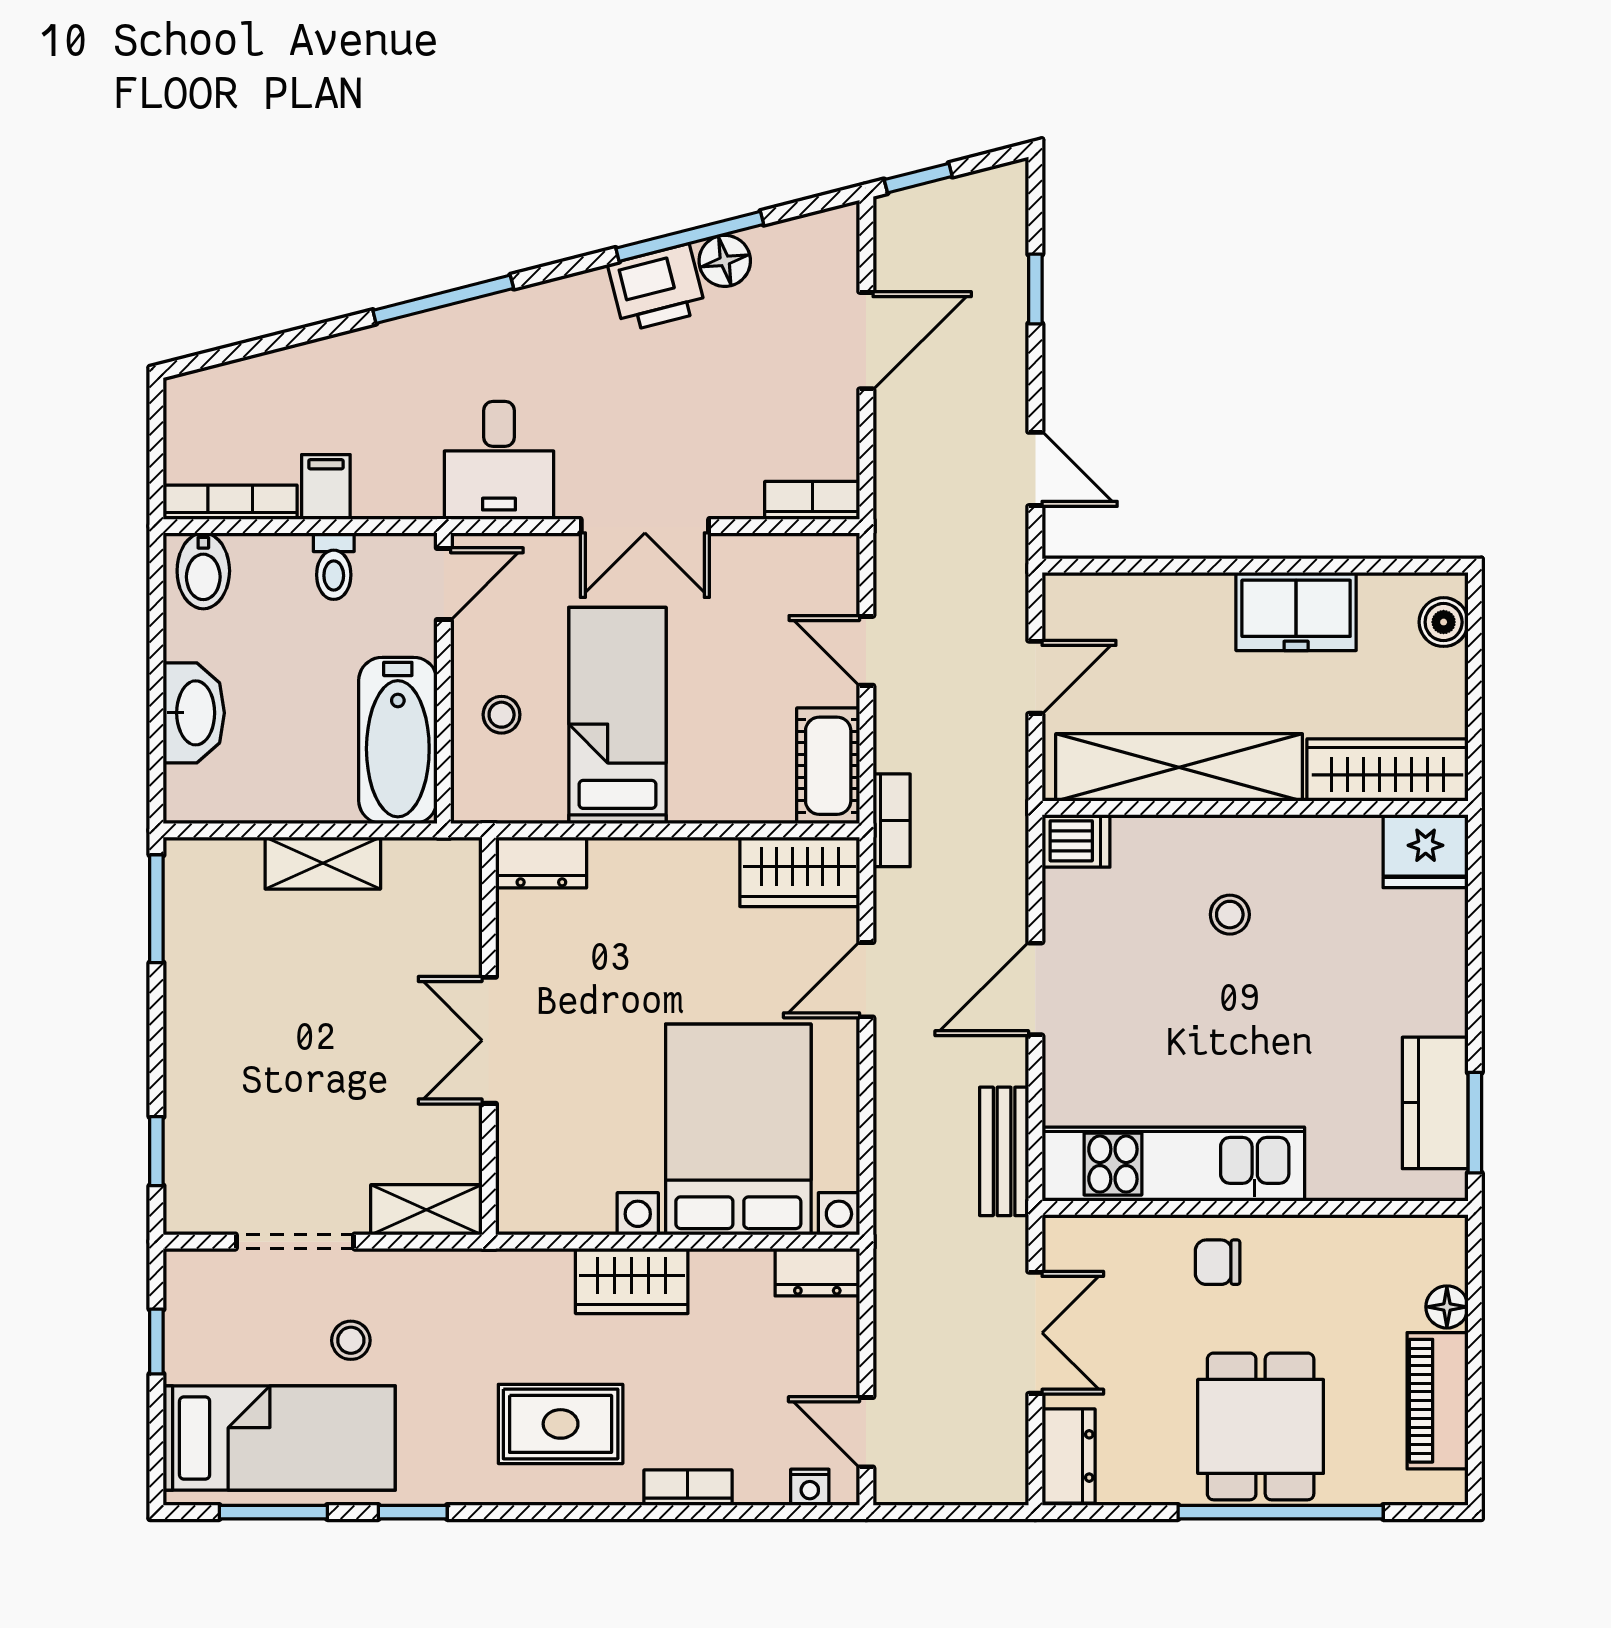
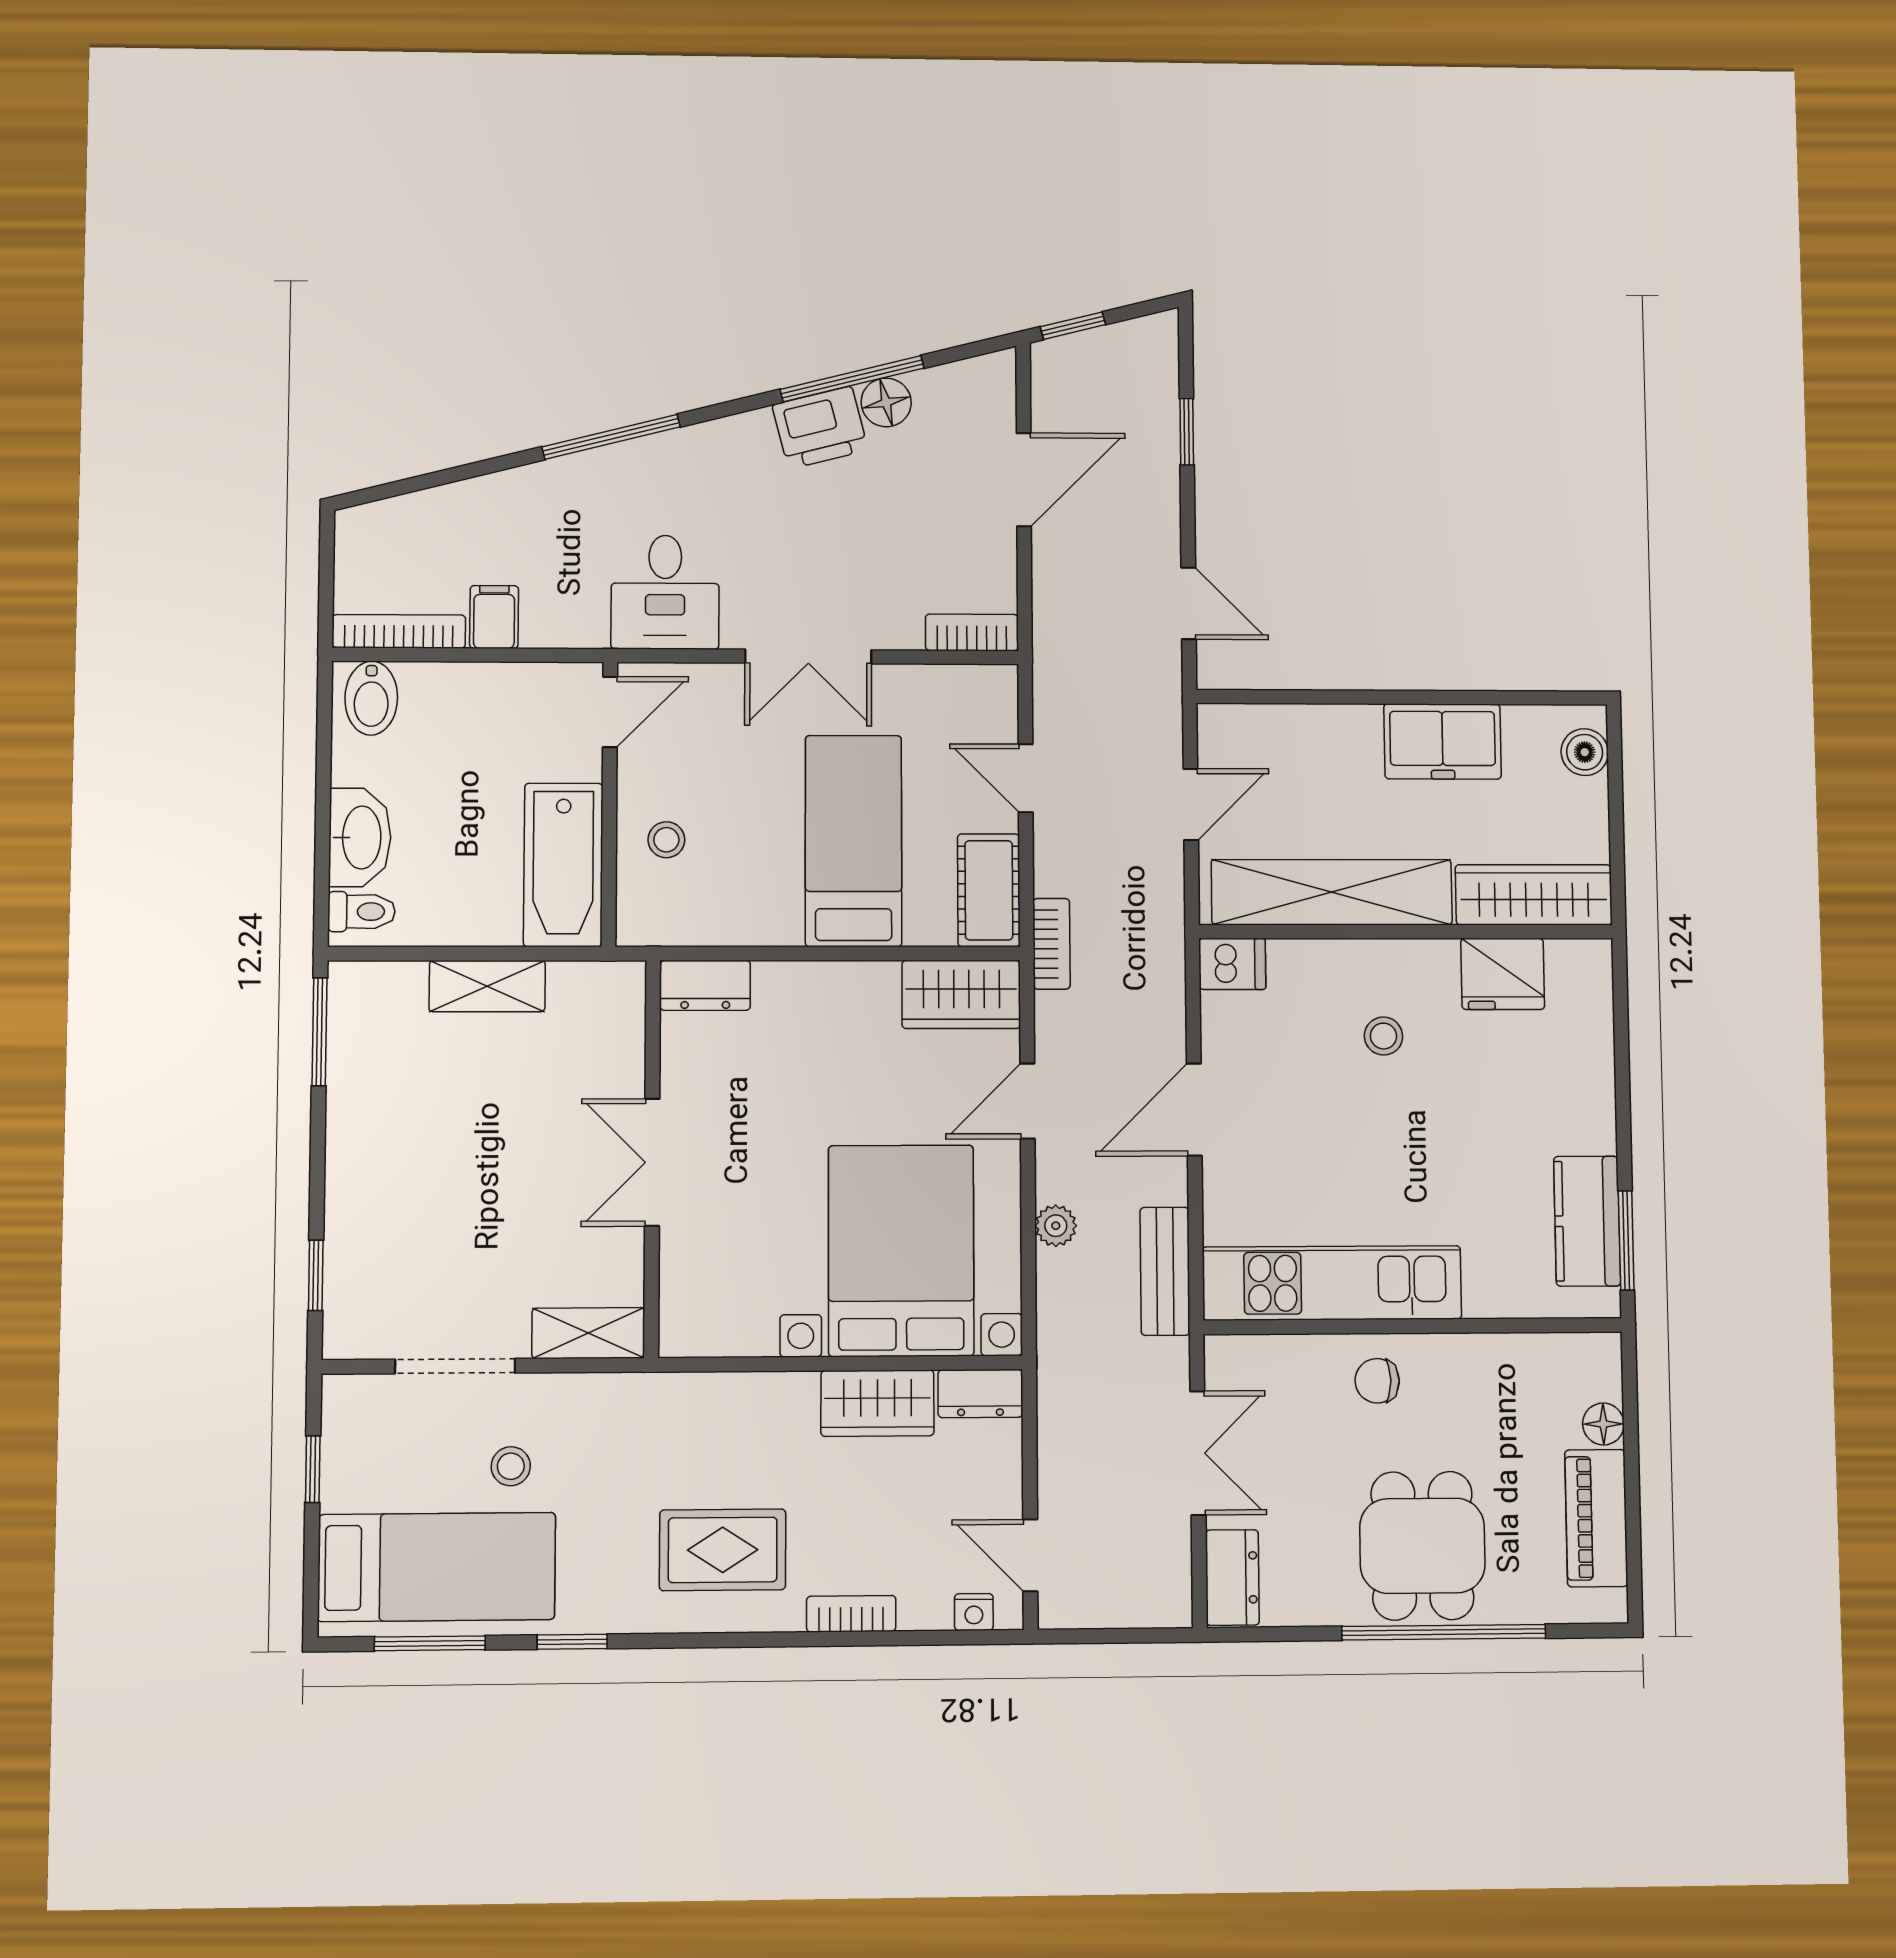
toilet: (334, 566) -> (362, 912), moved, turned -90
bed: (617, 715) -> (854, 841), moved
fridge: (1426, 851) -> (1503, 974), moved
plant: (894, 1105) -> (1056, 1226), added
wardrobe: (632, 1281) -> (877, 1403), moved

